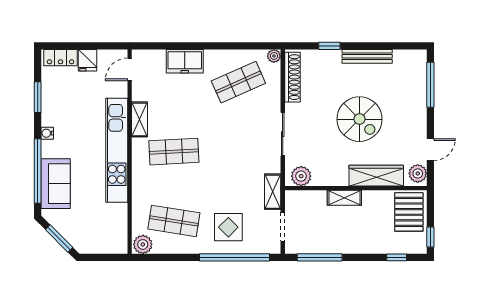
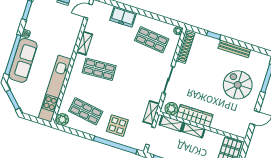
shop shelf: (238, 82) -> (152, 40), turned 30
spiral stairs: (359, 119) -> (238, 85), moved, turned 180
kitchen unit: (117, 150) -> (55, 89), moved
plant: (418, 173) -> (242, 130), removed
wardrobe: (376, 176) -> (195, 116), moved
sofa: (56, 184) -> (23, 60), width x1.36
shelving: (308, 198) -> (171, 123), added

